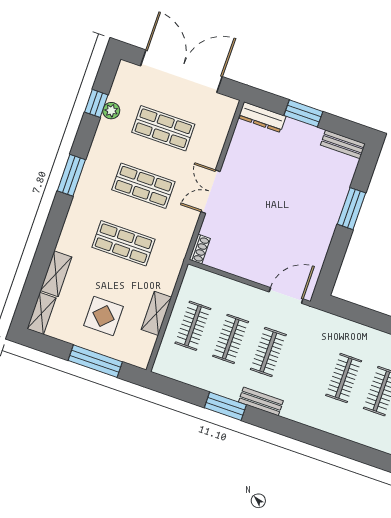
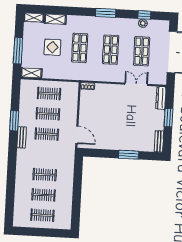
double door: (210, 192) -> (136, 84), moved
shelving: (156, 313) -> (31, 73), moved
display table: (103, 316) -> (52, 47), moved

